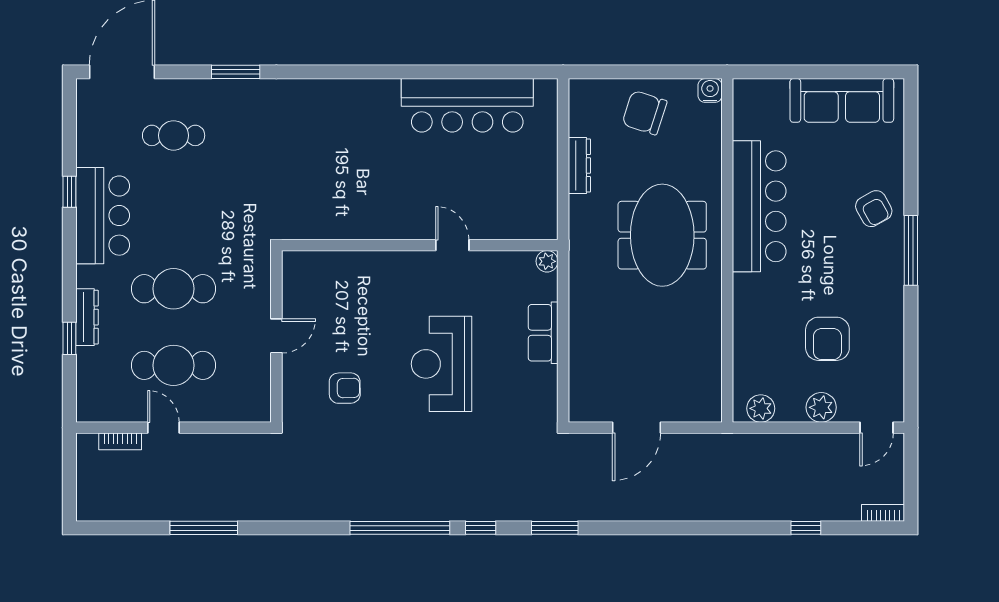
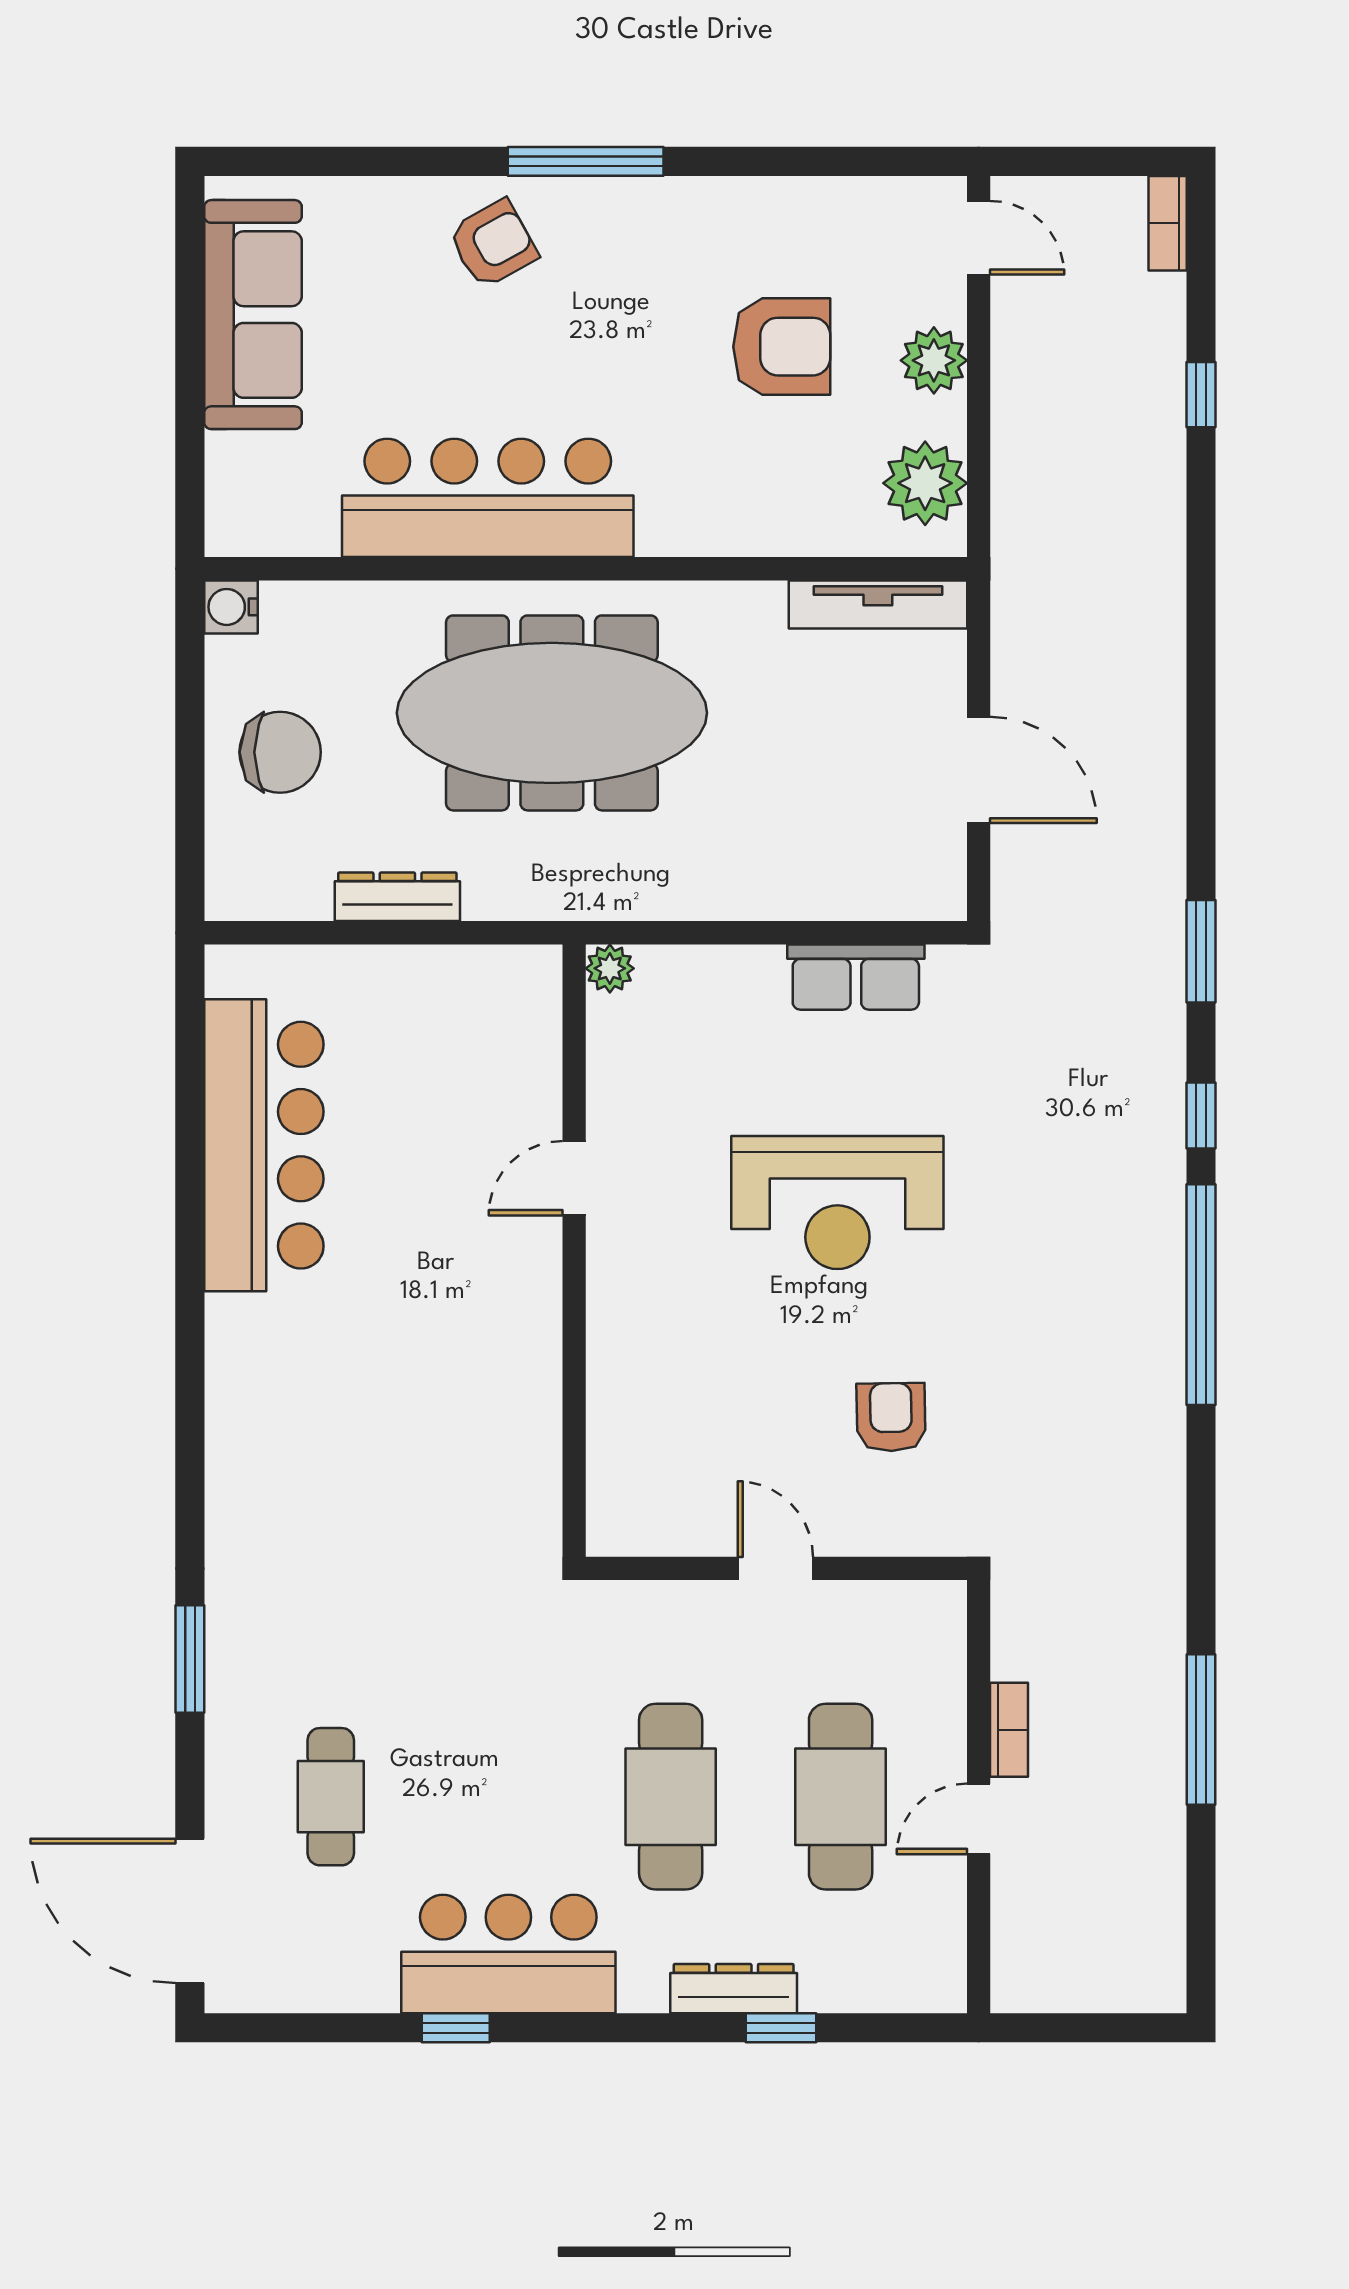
chair: (644, 113) -> (280, 752), turned -108
meeting table: (662, 235) -> (552, 713), width x1.36
row of seats: (543, 333) -> (856, 977), moved
tv unit: (711, 382) -> (878, 604), added
plant: (761, 408) -> (925, 483), width x1.36, depth x1.36
bookcase: (120, 441) -> (1009, 1730), moved

